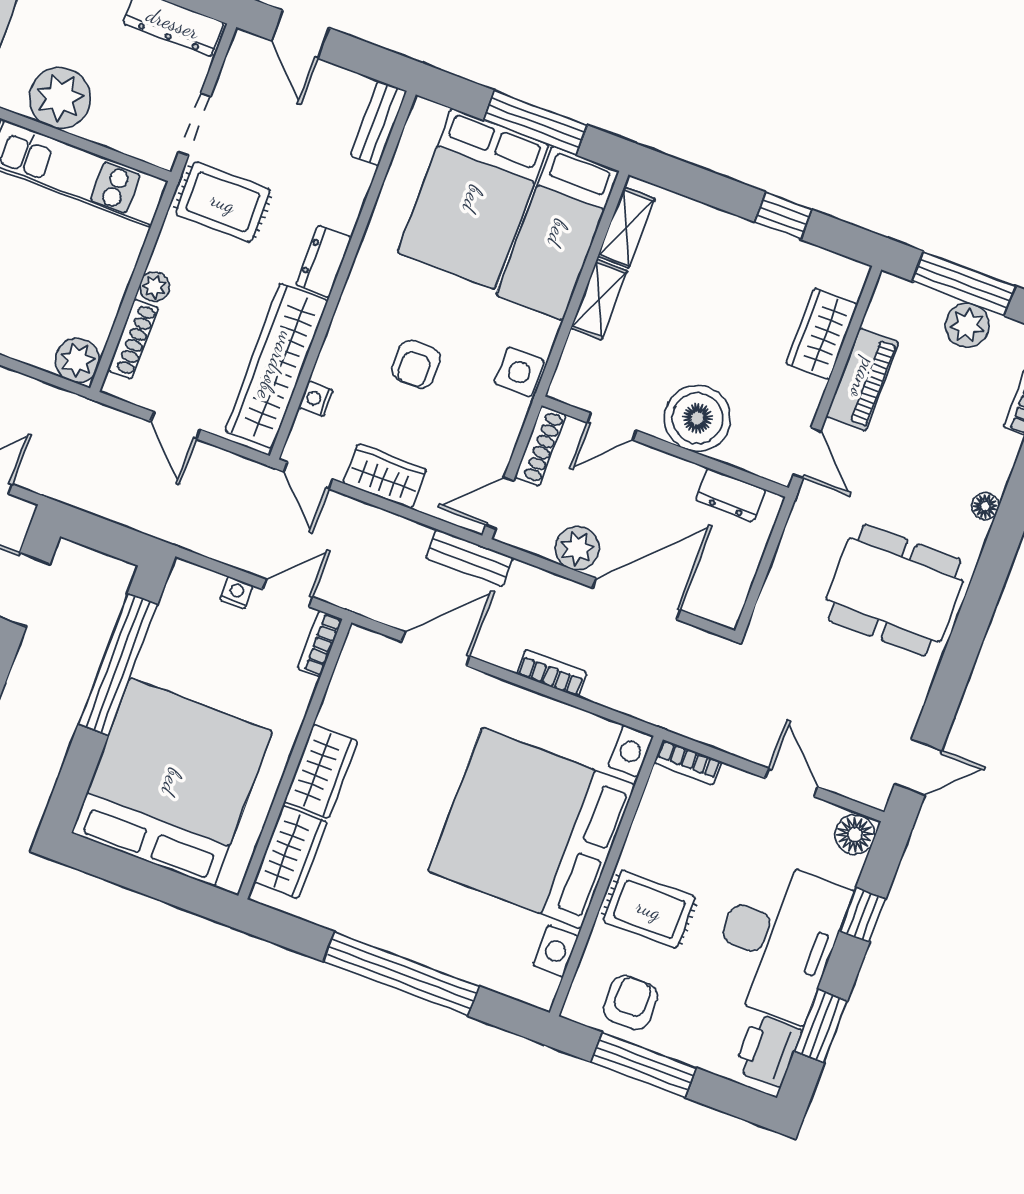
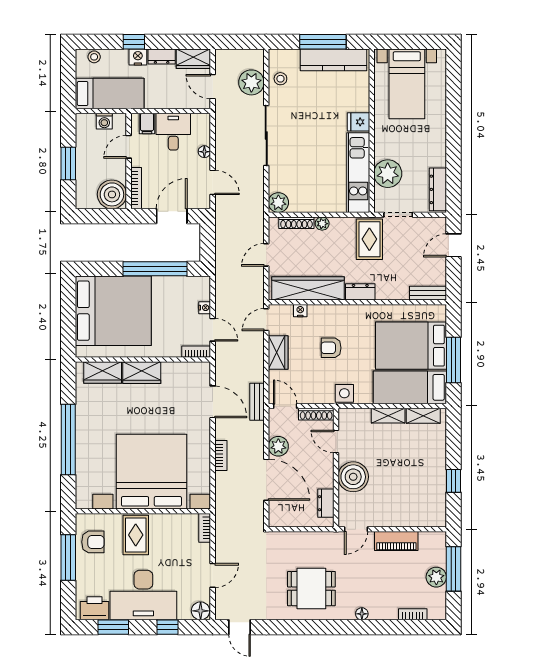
plant: (60, 98) -> (388, 174), moved
wardrobe: (822, 334) -> (409, 516), removed
dining table: (895, 590) -> (311, 589), width x0.73

